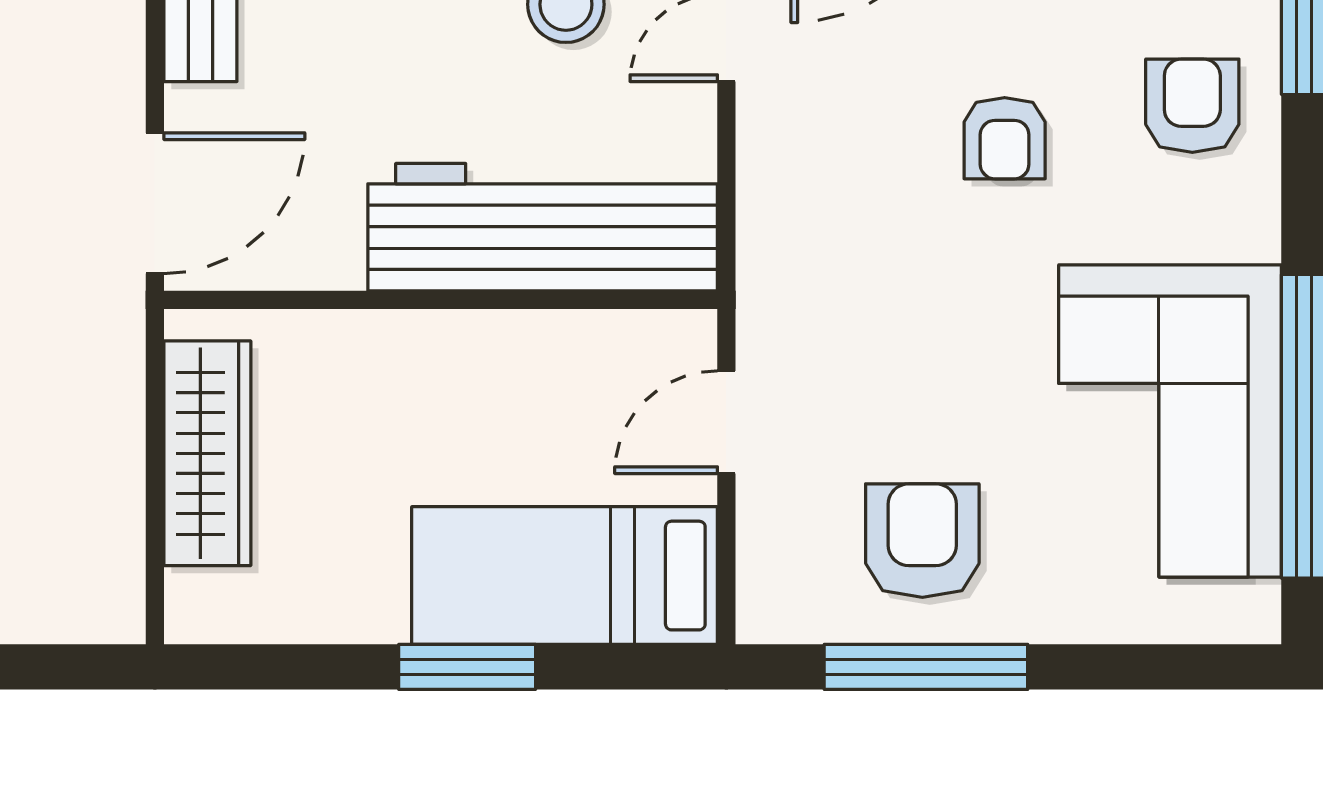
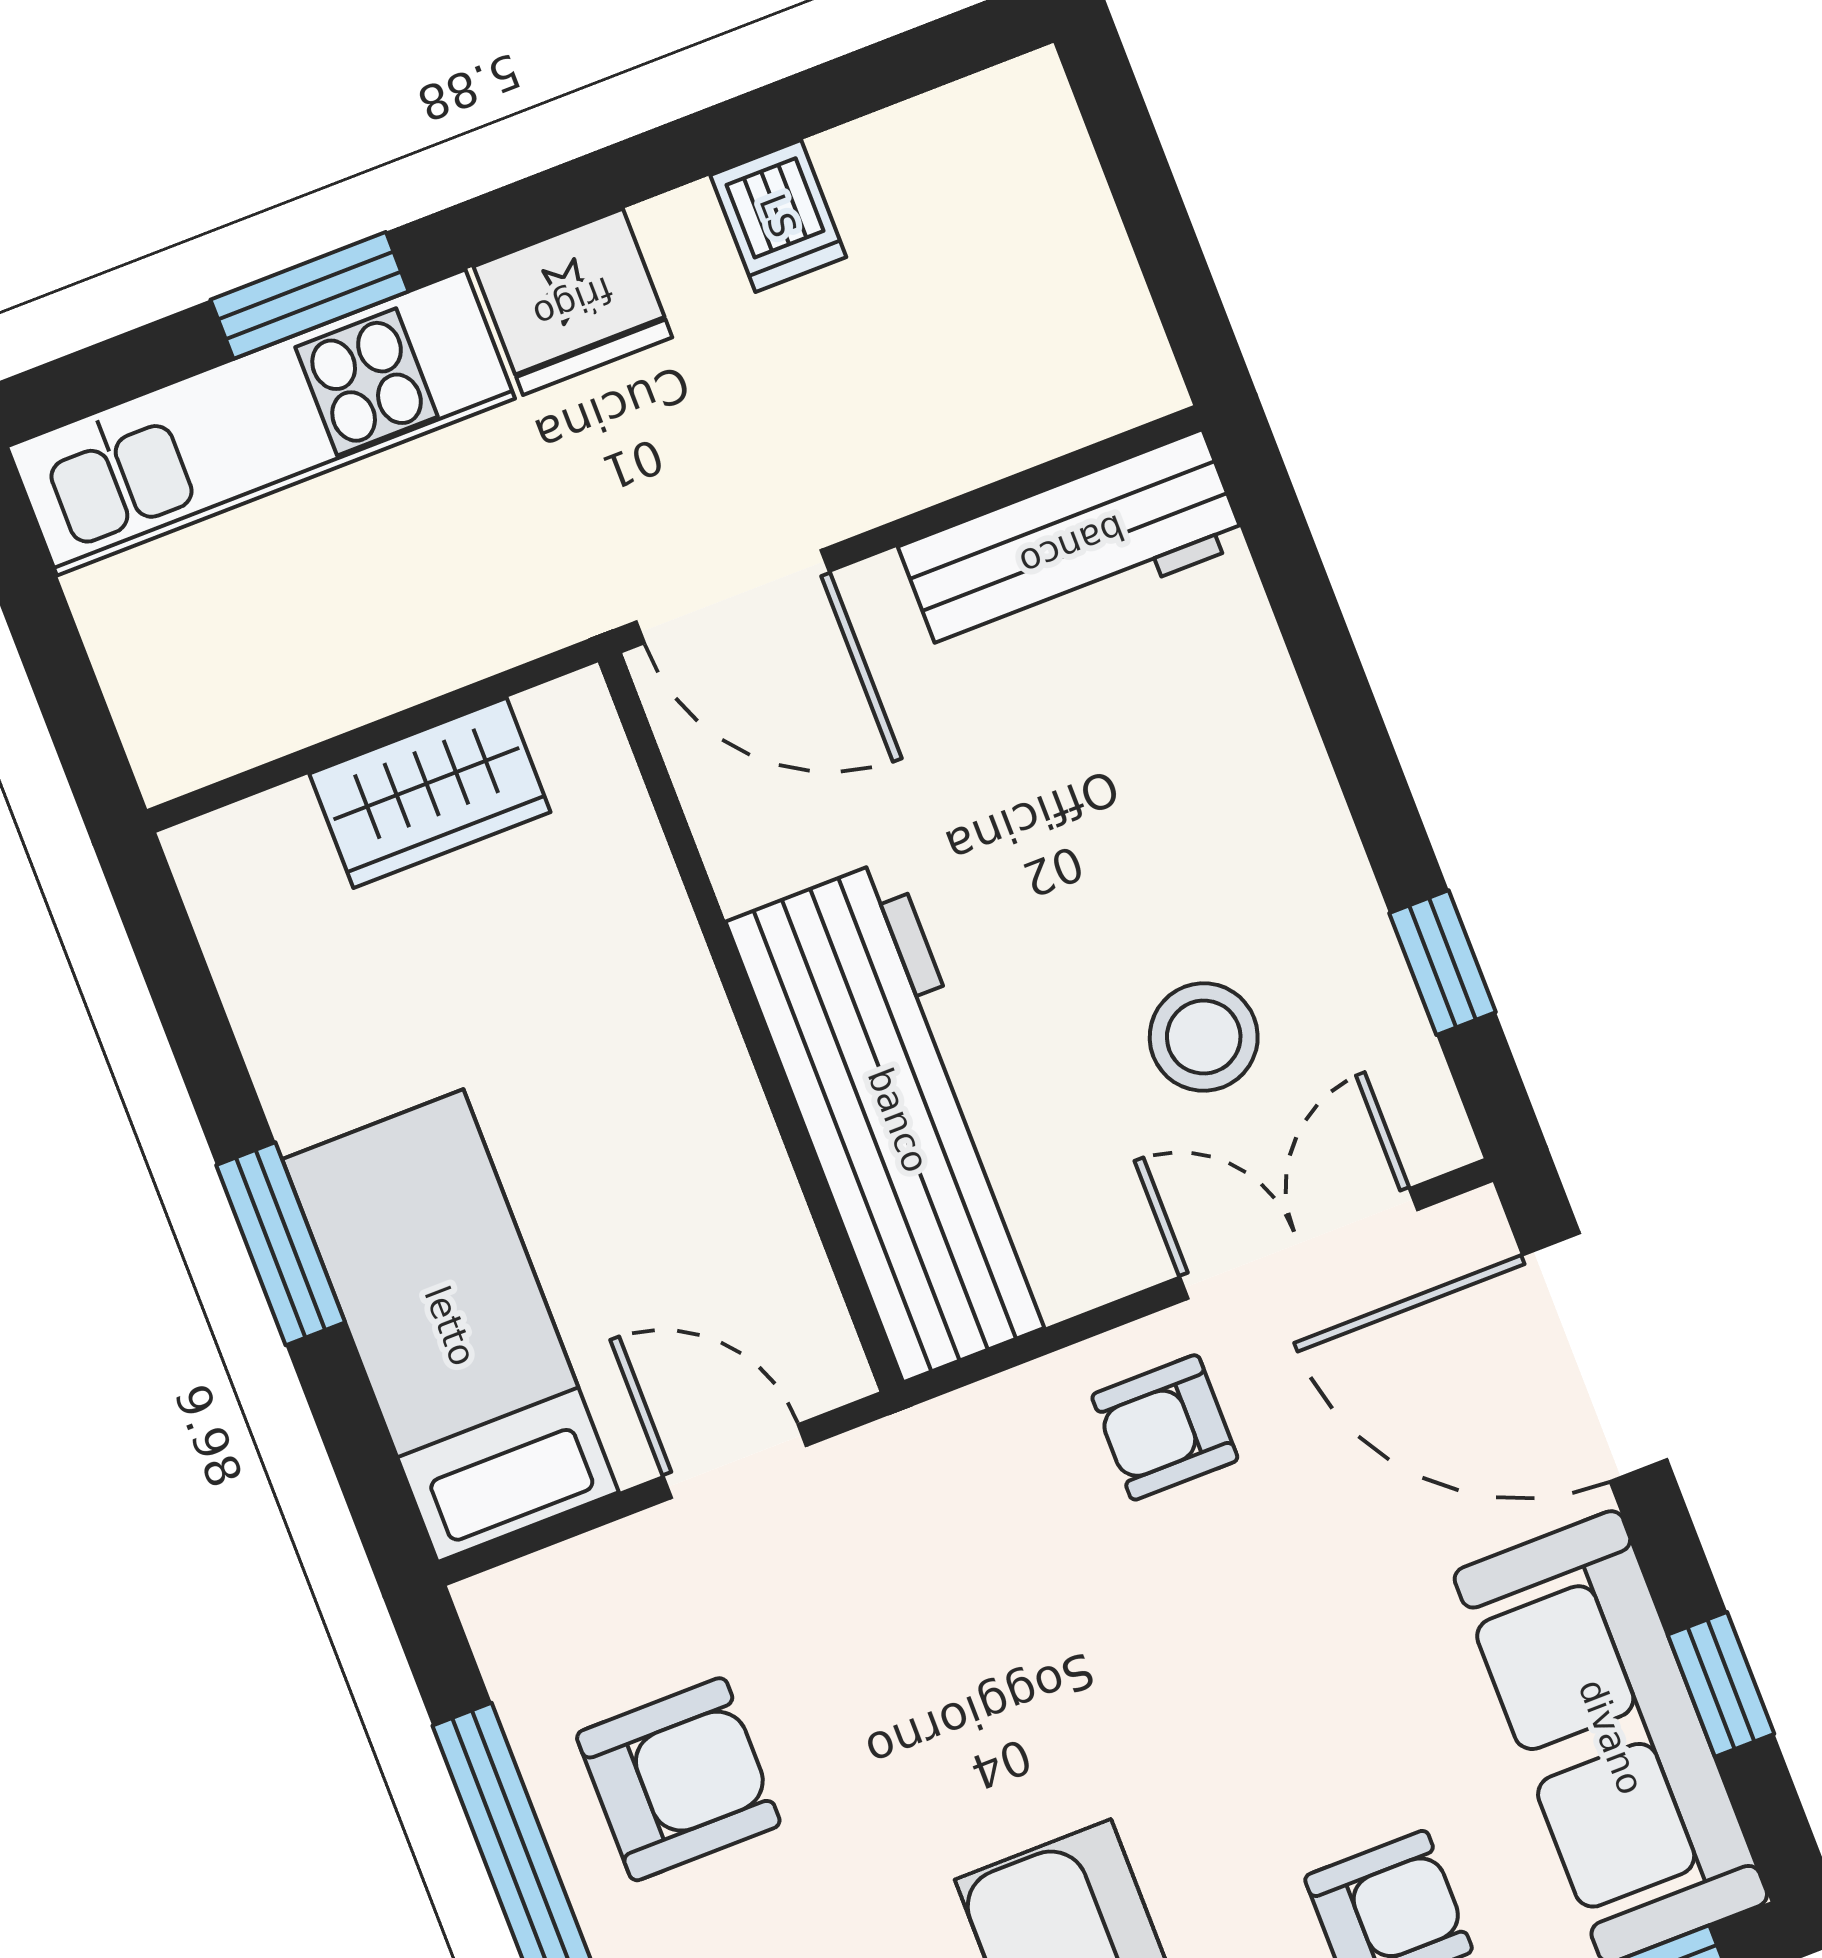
armchair: (1005, 138) -> (1165, 1427), moved
wardrobe: (207, 453) -> (430, 793), width x0.67

